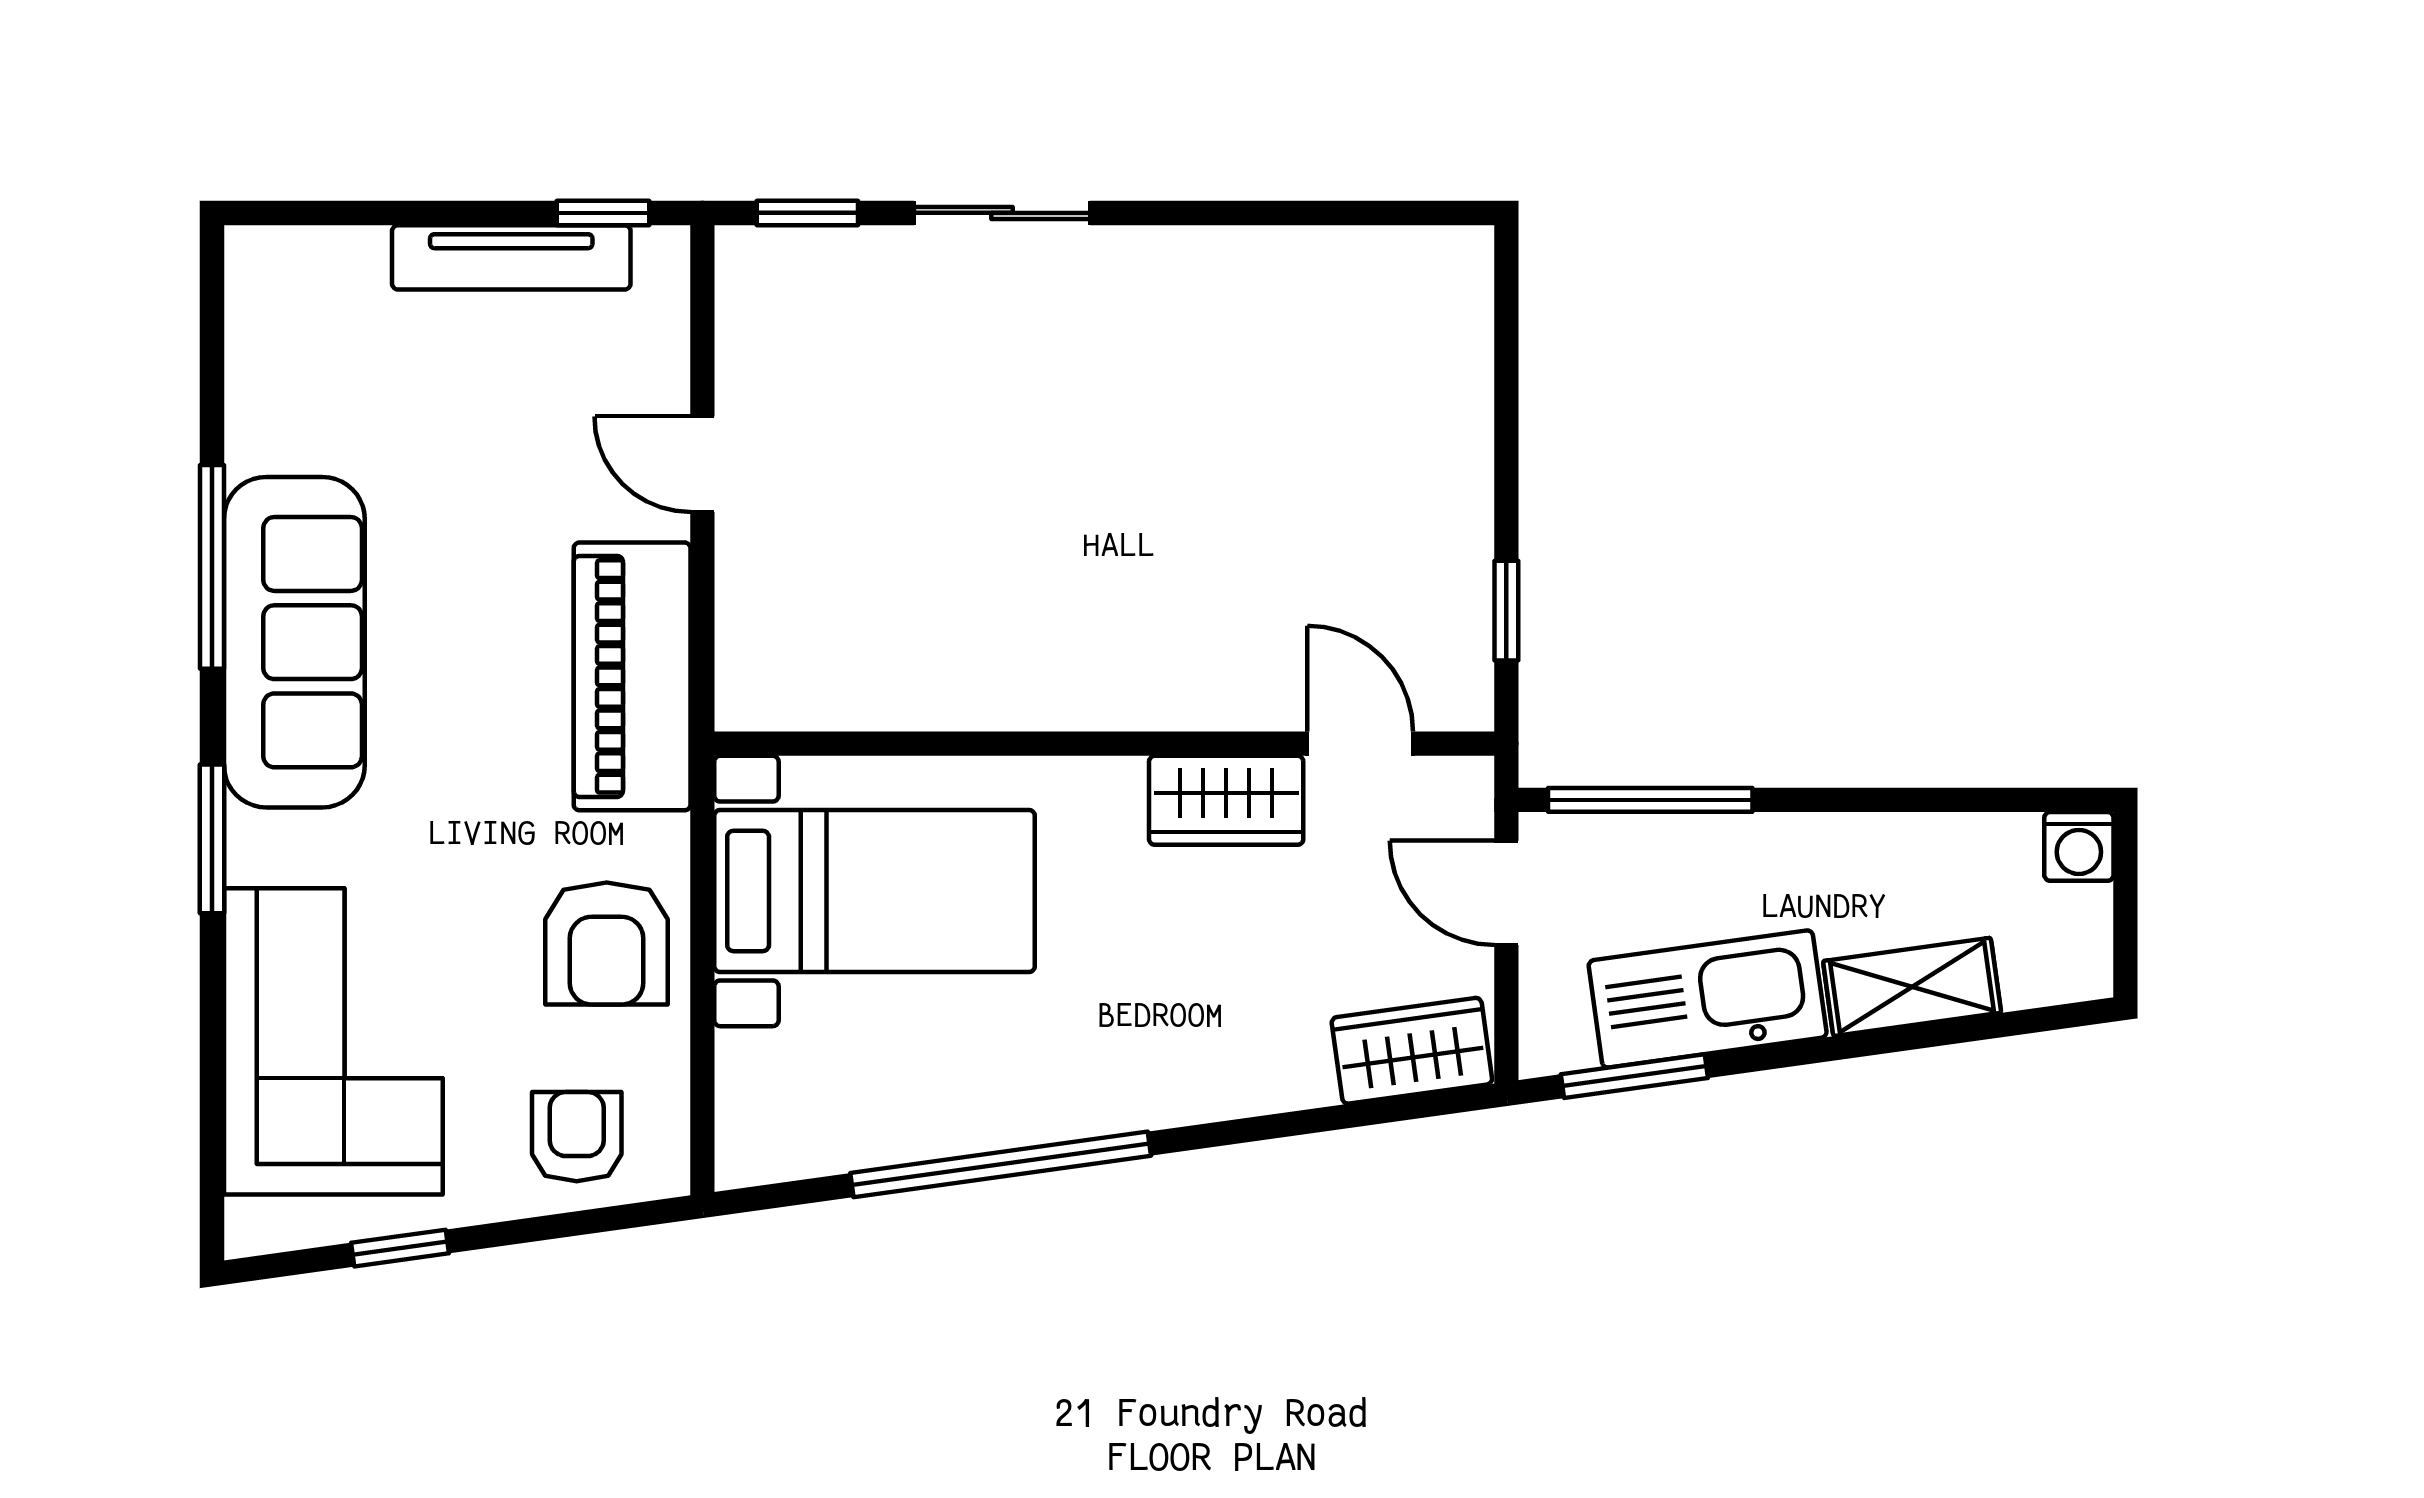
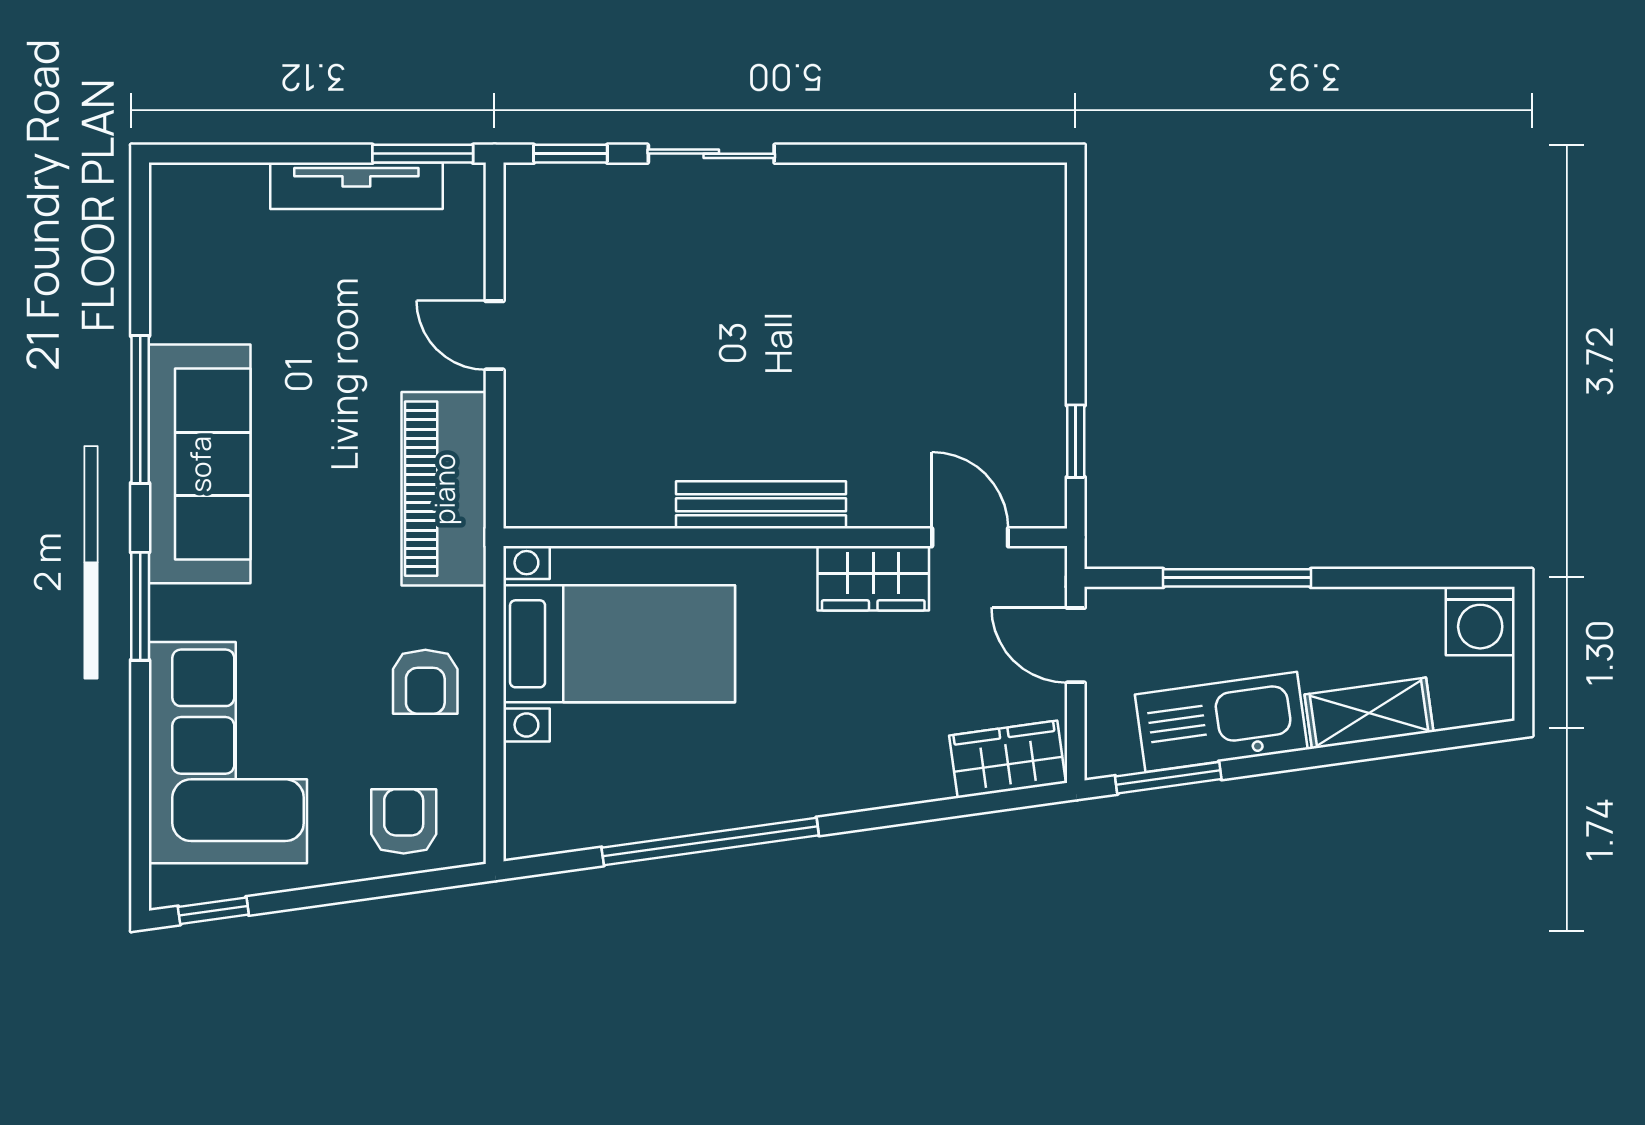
window: (603, 213) -> (423, 154), width x1.50
bench: (1071, 699) -> (761, 505), added
window: (1650, 800) -> (1237, 578), moved
washing machine: (2079, 846) -> (1480, 621), width x1.38, depth x1.38
armchair: (607, 944) -> (425, 682), width x0.72, depth x0.72
window: (400, 1248) -> (213, 911), moved

